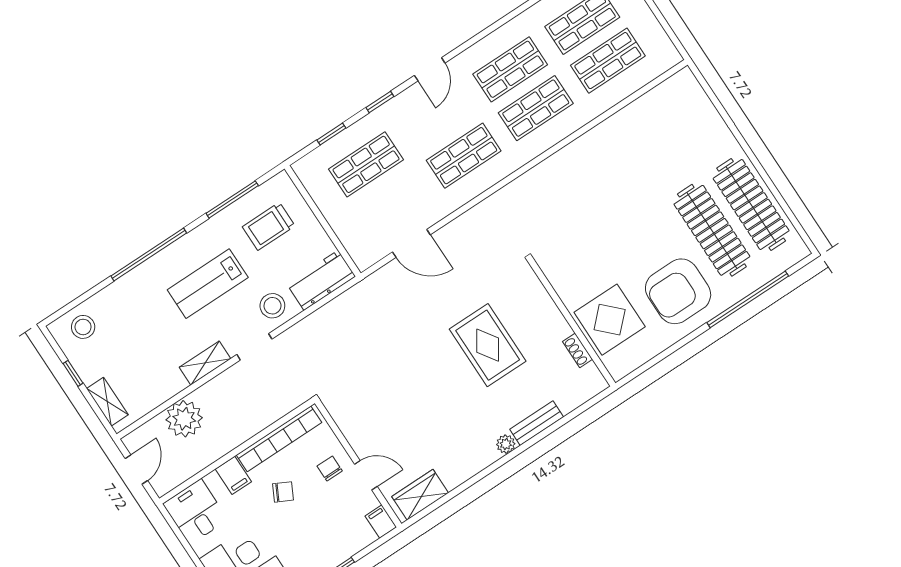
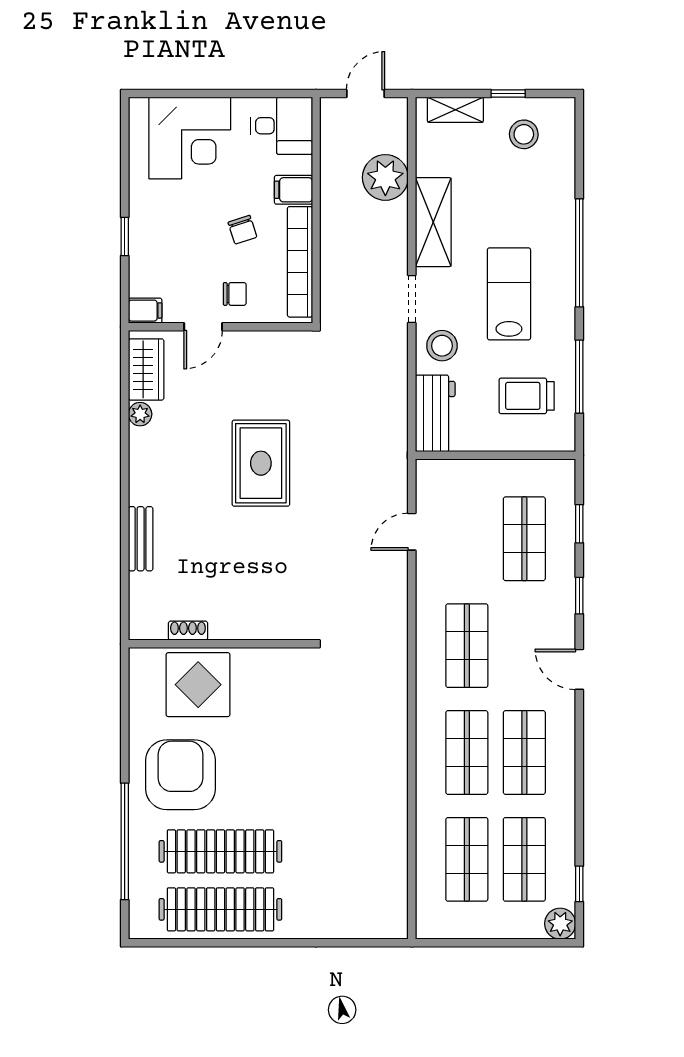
trolley: (269, 226) -> (527, 396), turned -90
door: (411, 243) -> (412, 532), width x0.73
stool: (83, 327) -> (524, 134), moved
rug: (488, 345) -> (261, 463), moved, turned 90
shelving: (205, 363) -> (433, 222), width x1.50, depth x1.33
plant: (506, 444) -> (140, 414), moved
door: (136, 470) -> (365, 93), swing flipped
chair: (283, 492) -> (242, 230), turned -45

